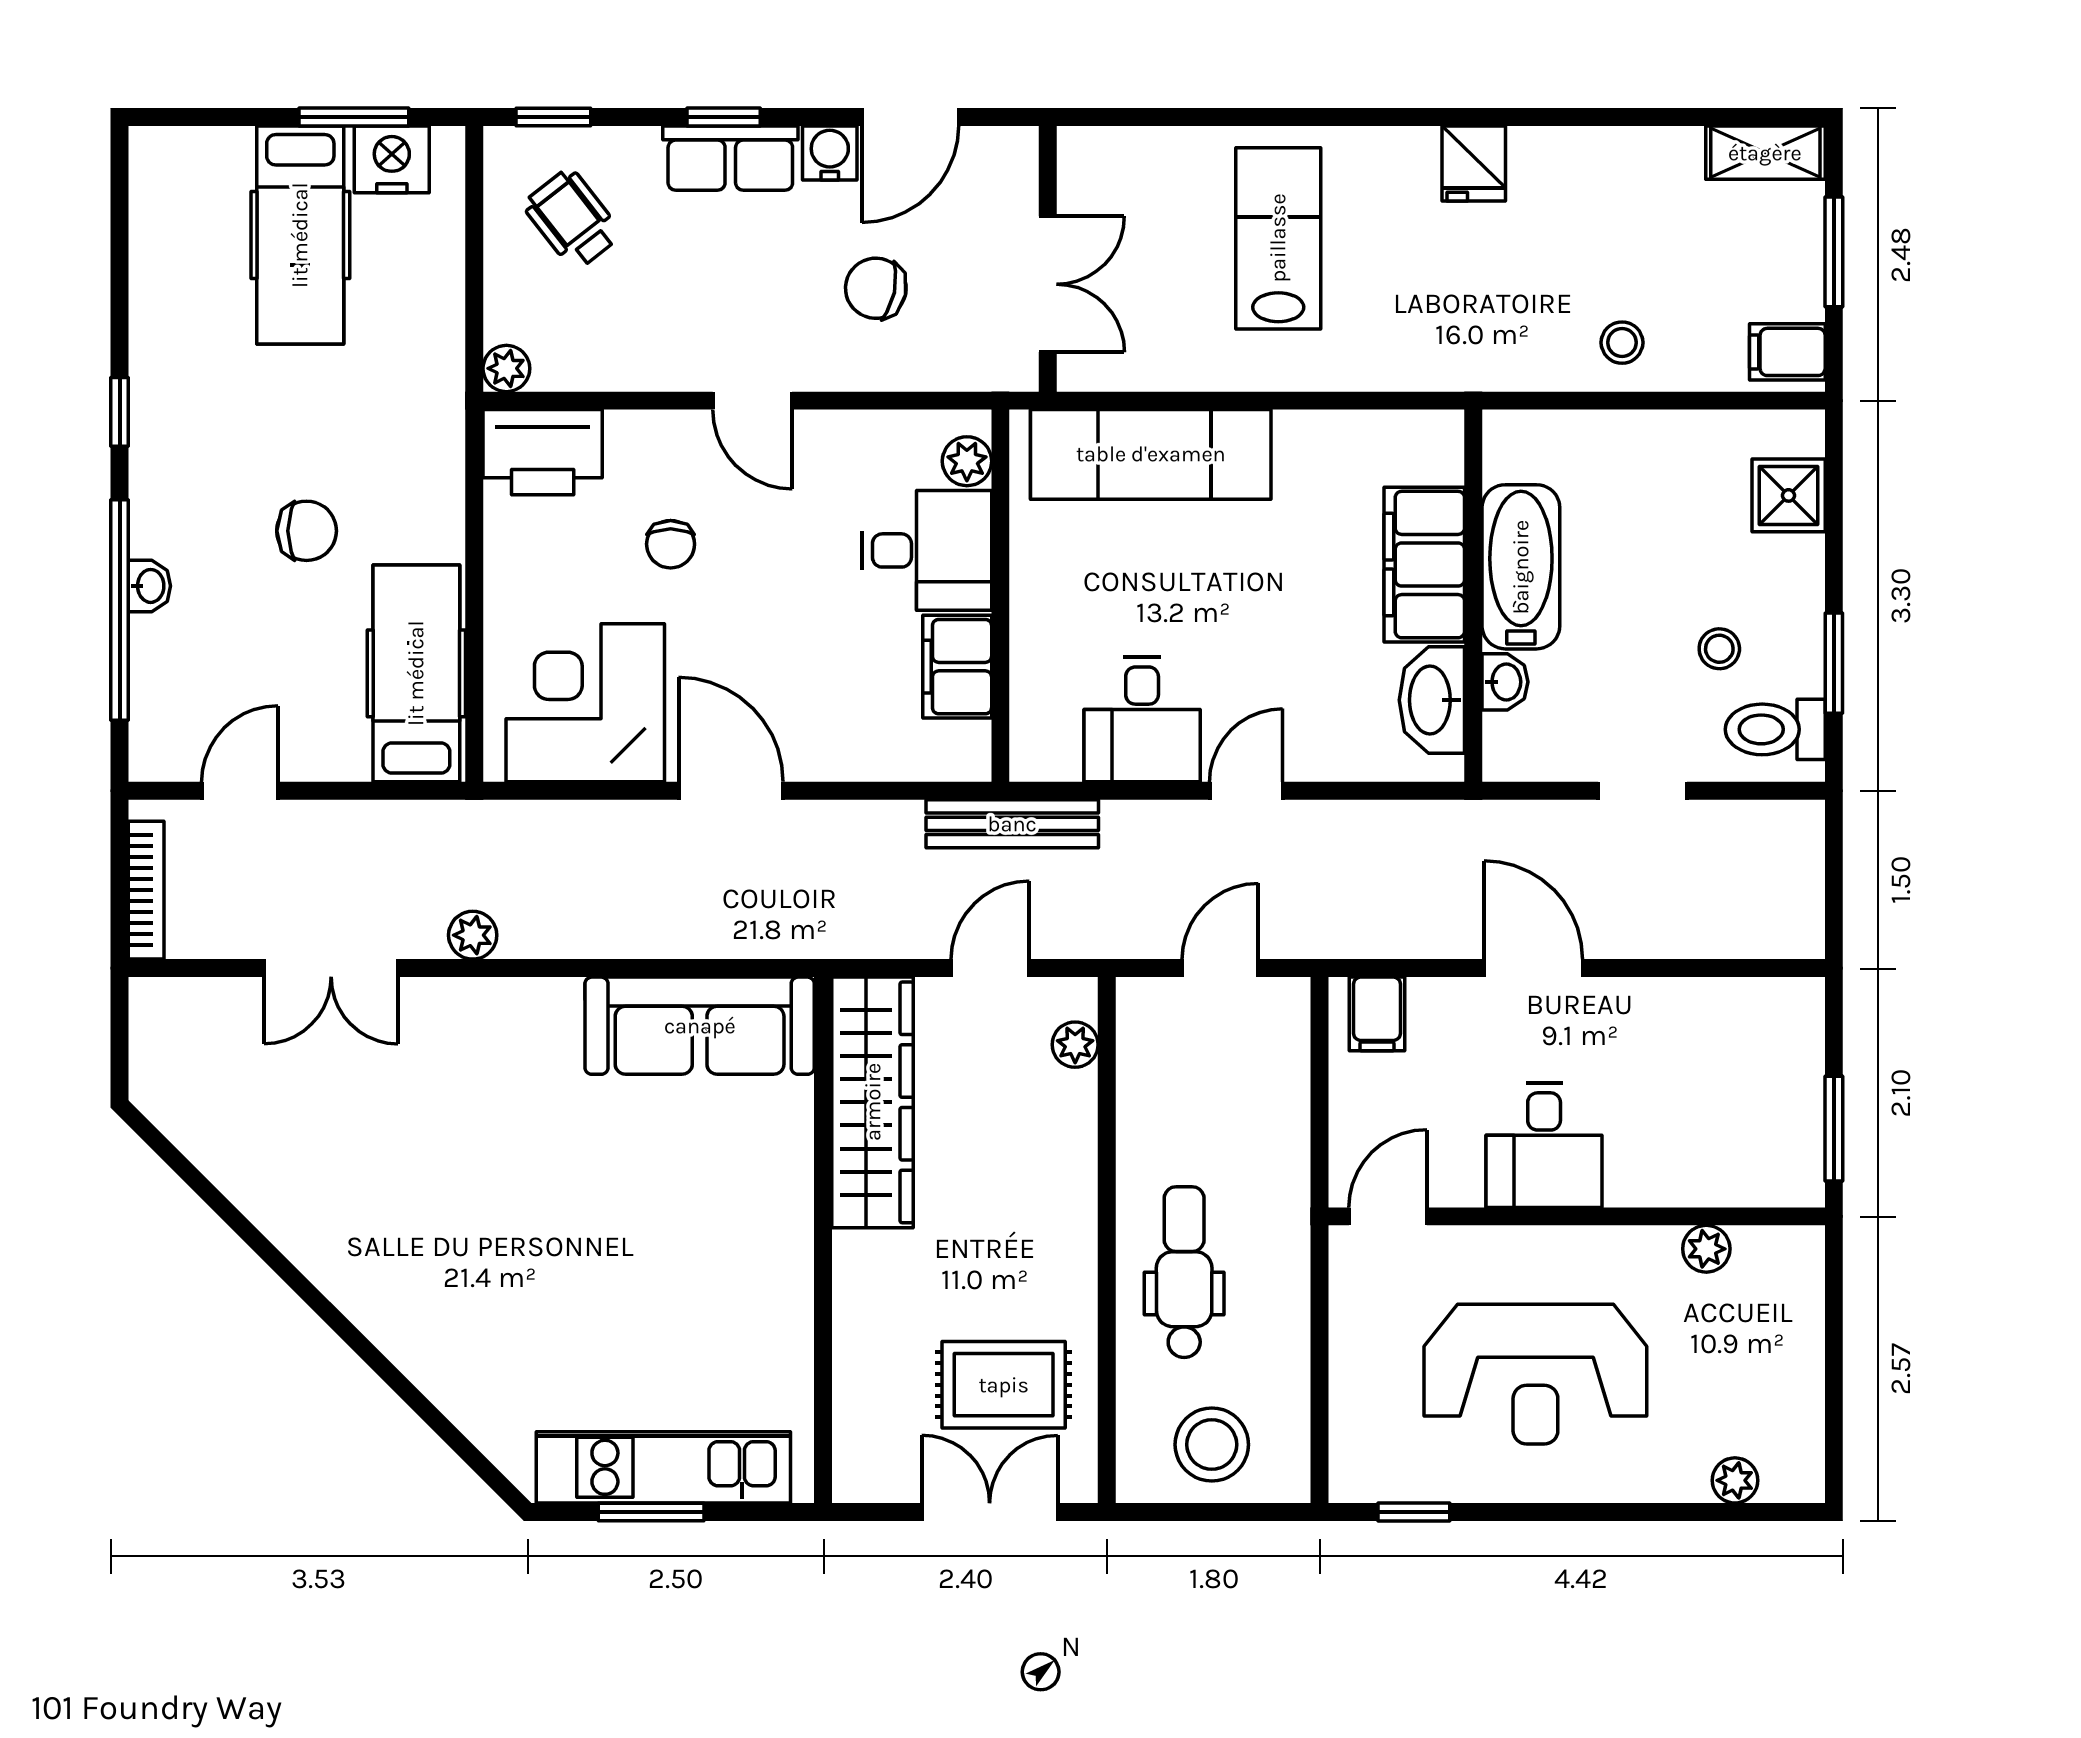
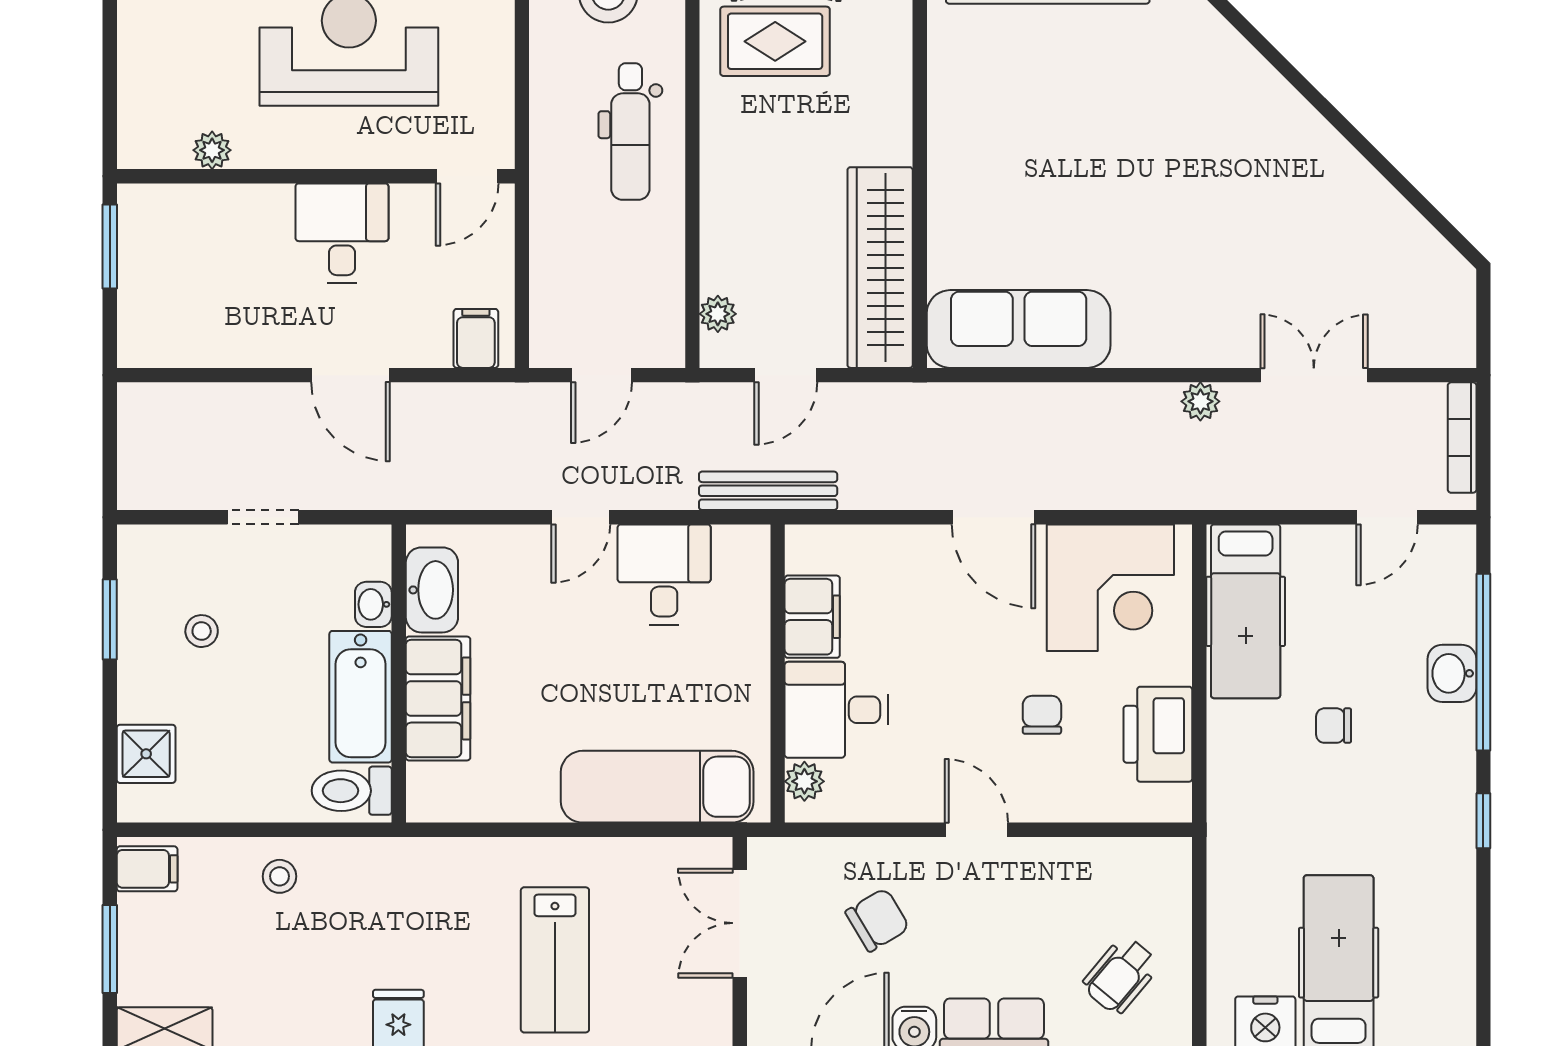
wheelchair: (572, 219) -> (1121, 975), turned 78
chair: (876, 288) -> (877, 920), turned -43
plant: (506, 368) -> (1173, 856), removed
printer: (543, 452) -> (1158, 734), moved, turned -90
chair: (307, 531) -> (1334, 726), width x0.73, depth x0.73
washbasin: (149, 586) -> (1452, 673), width x1.38, depth x1.45
toilet: (1775, 729) -> (352, 791), moved, turned 180

